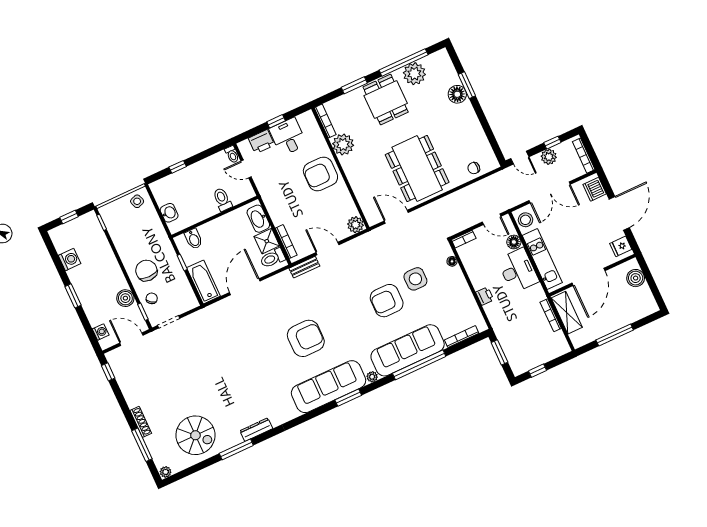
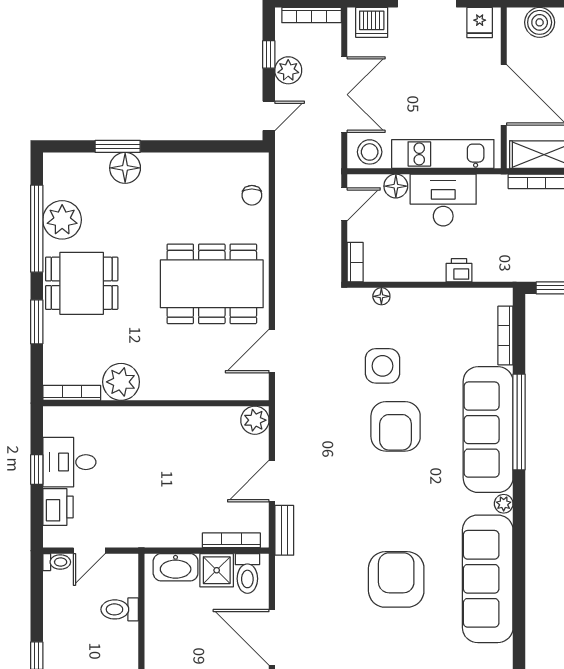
armchair: (320, 174) -> (151, 438), removed
window: (348, 398) -> (519, 556), removed

